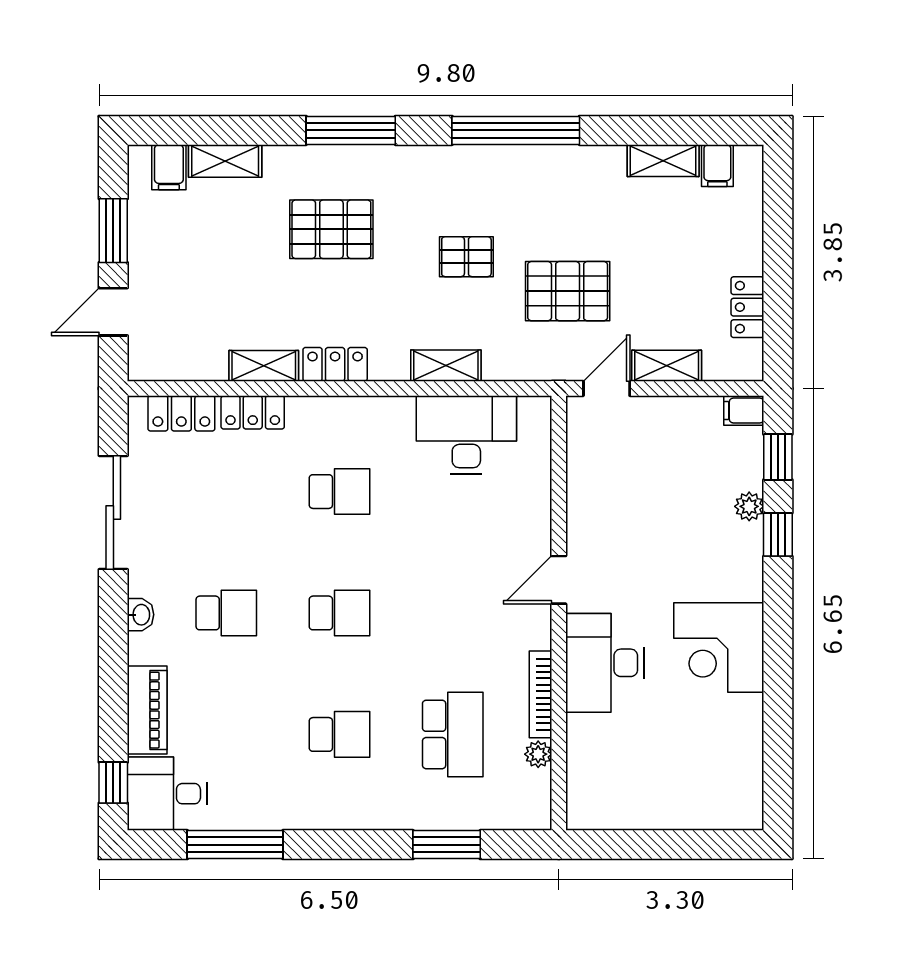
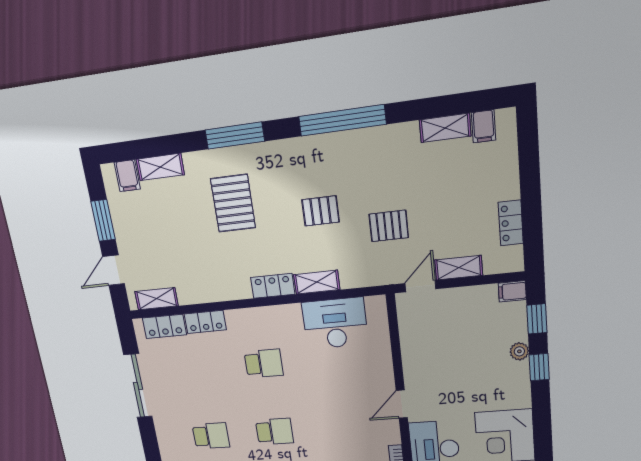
pallet: (331, 229) -> (233, 203), turned 90
pallet: (568, 291) -> (389, 226), width x0.67, depth x0.71
locker: (335, 364) -> (273, 286), moved
shelving: (264, 366) -> (157, 299), moved
washbasin: (141, 615) -> (164, 440), removed

